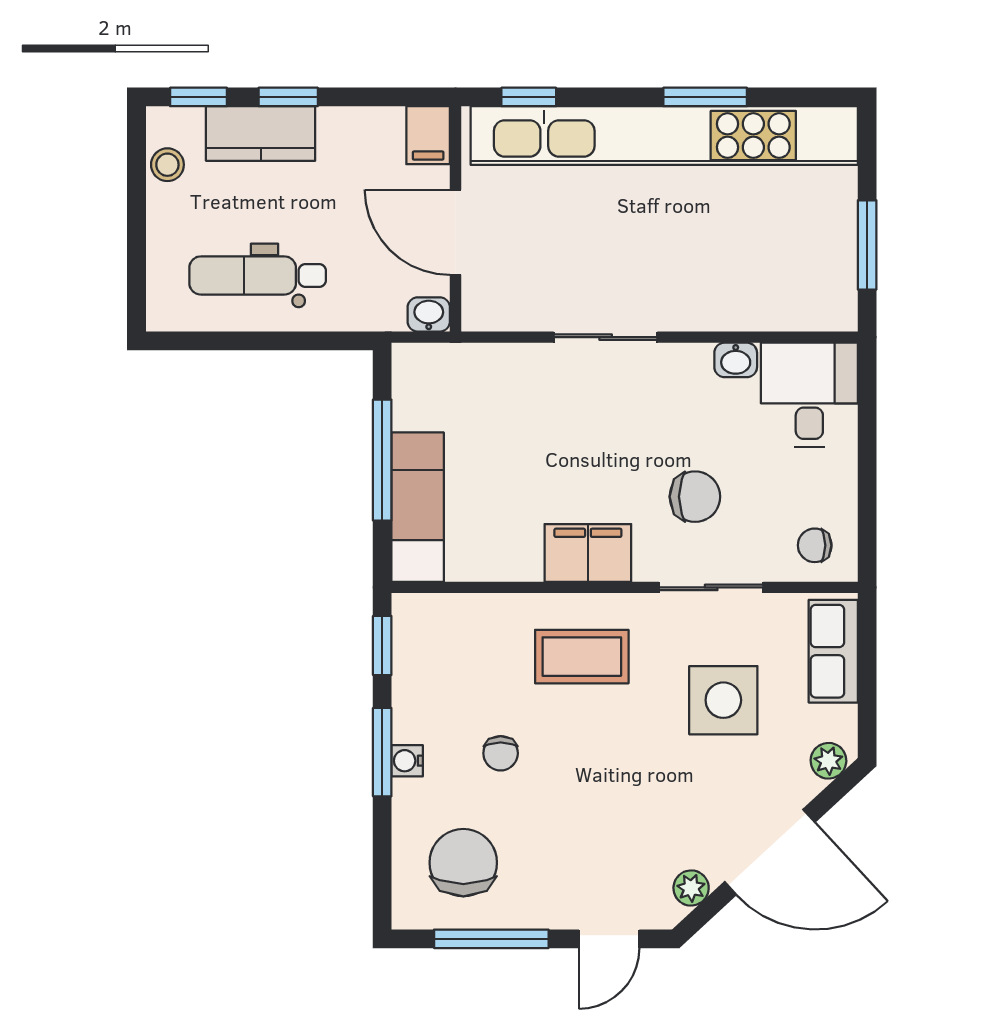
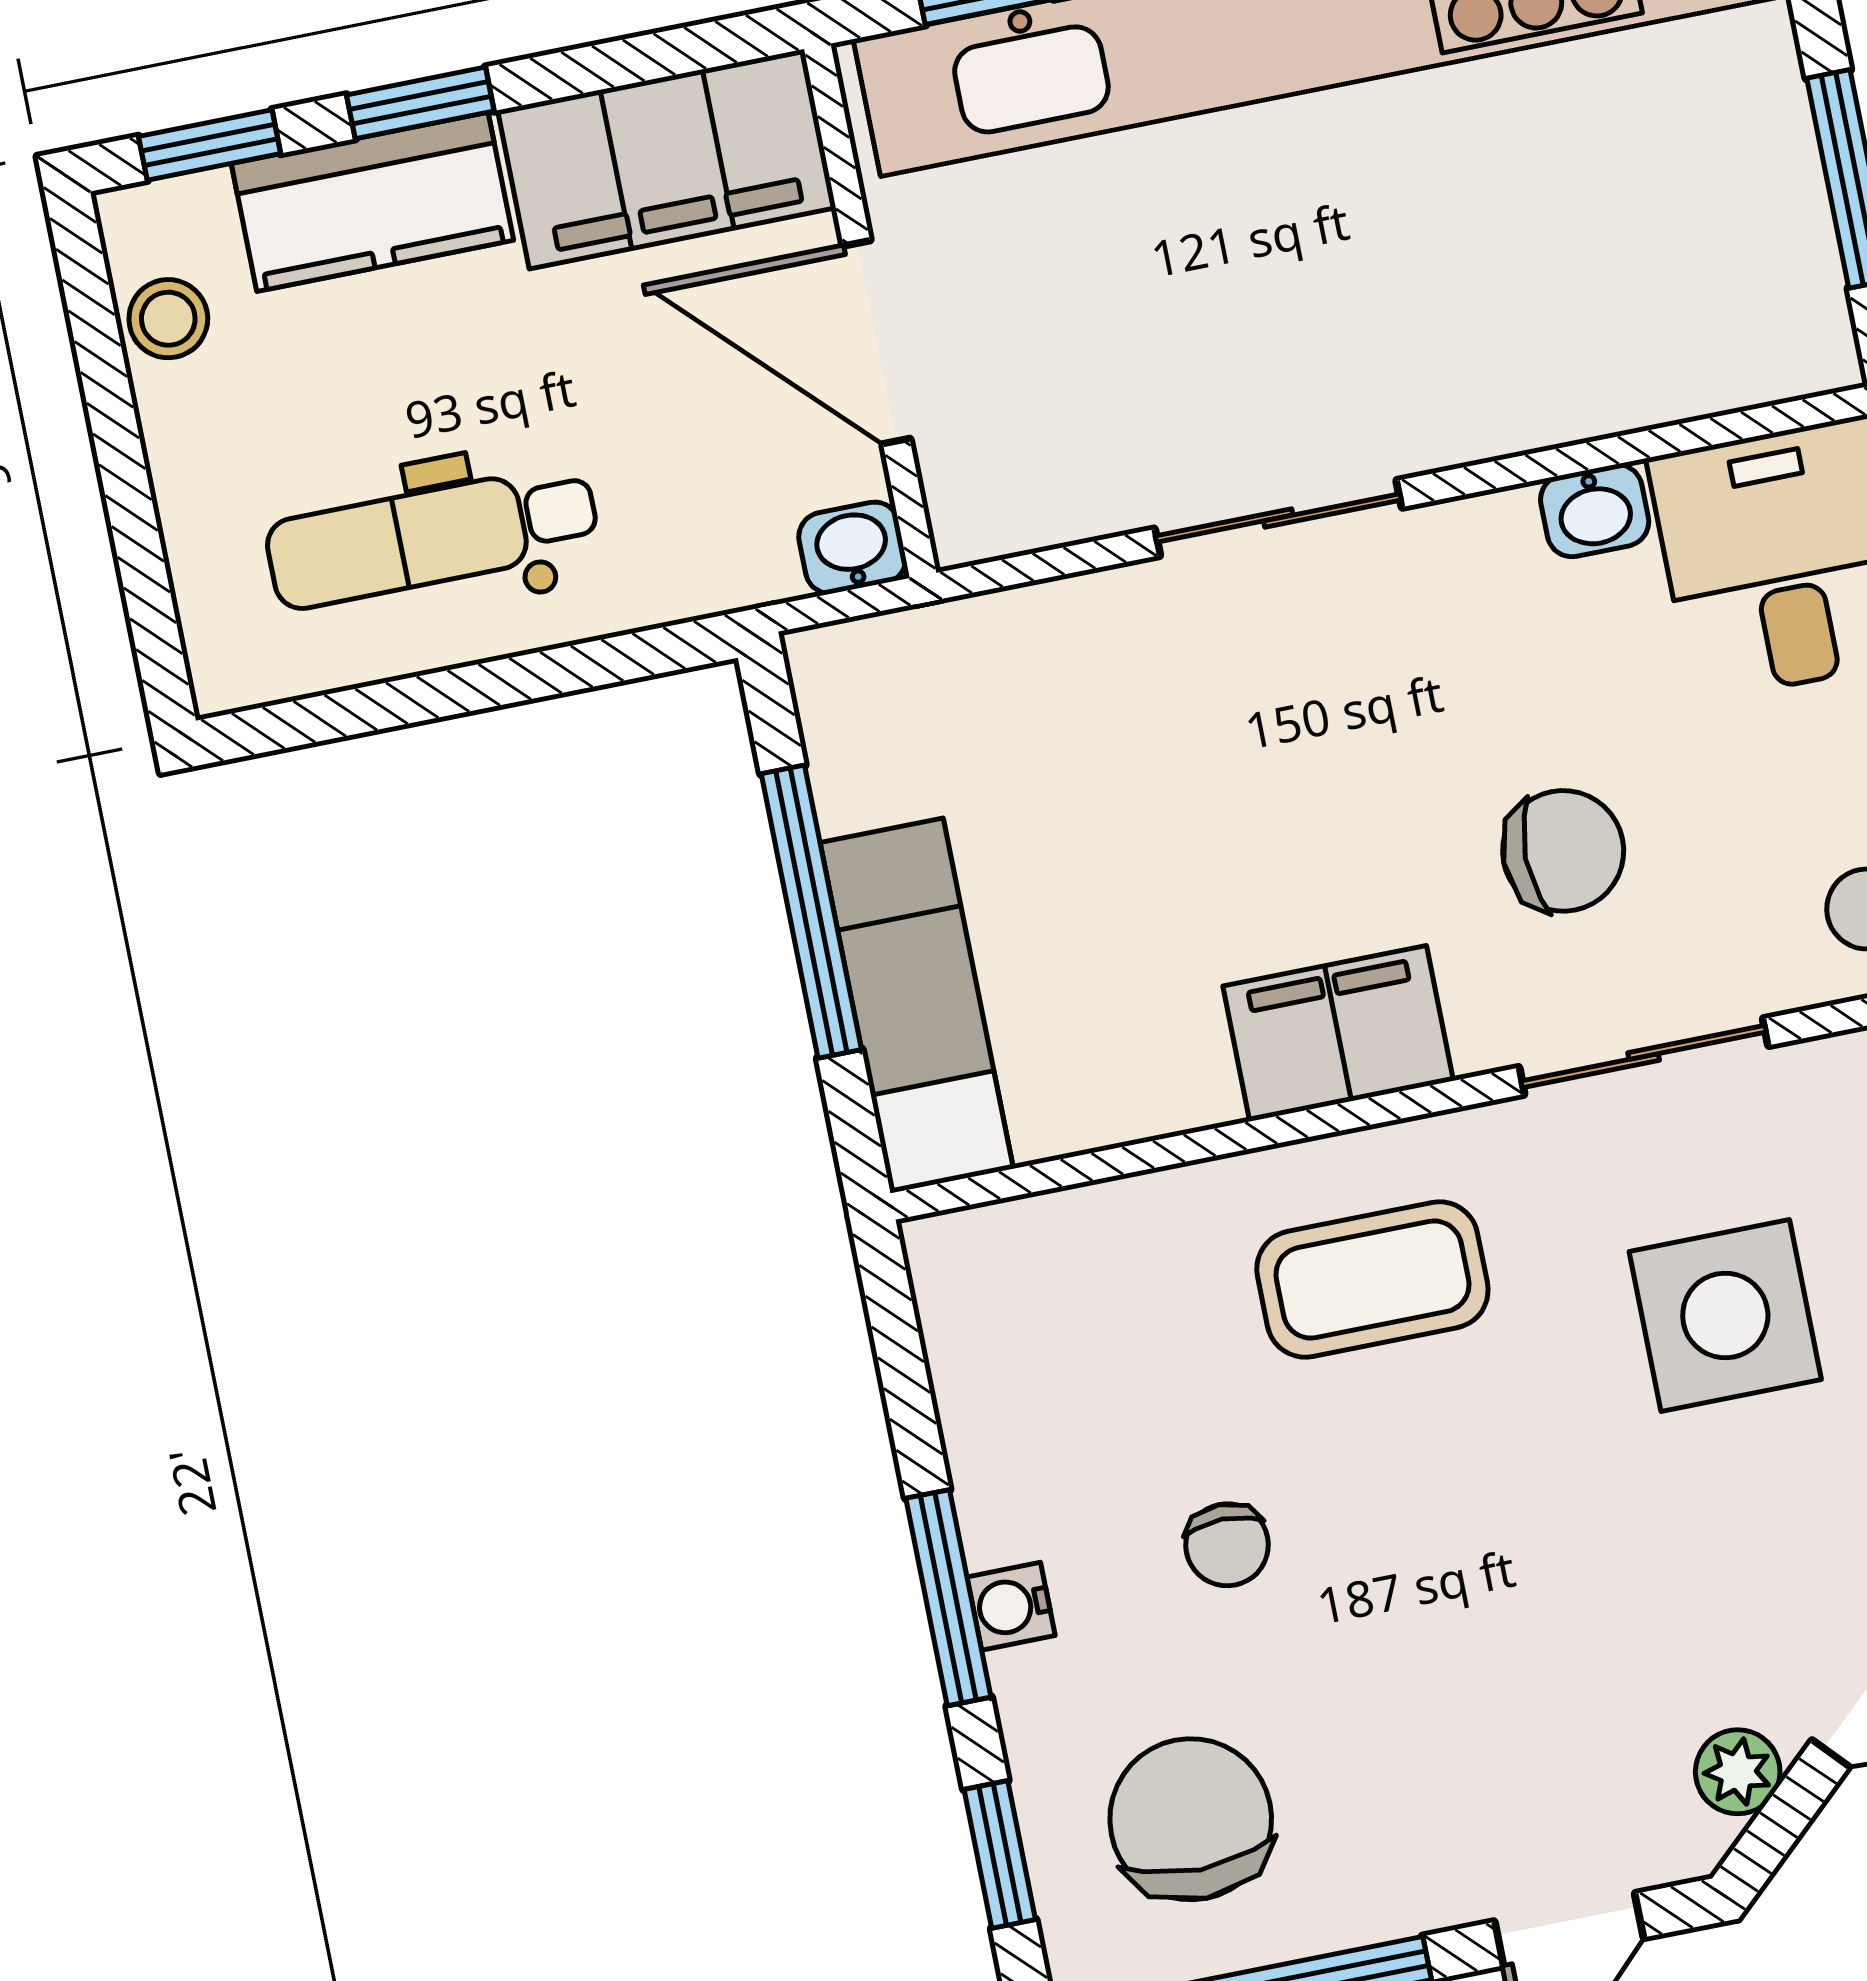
filing cabinet: (428, 135) -> (667, 159), width x3.00, depth x1.17
window: (382, 645) -> (1000, 1855), moved

